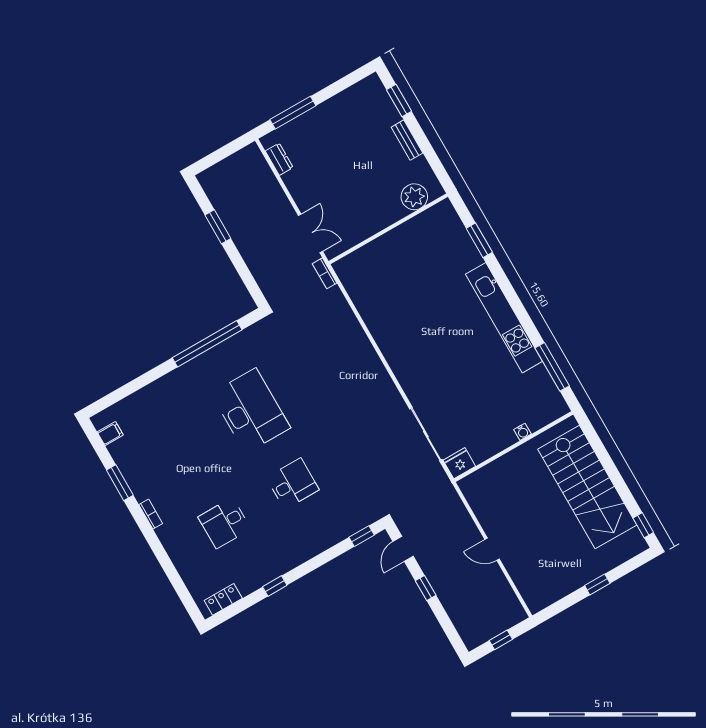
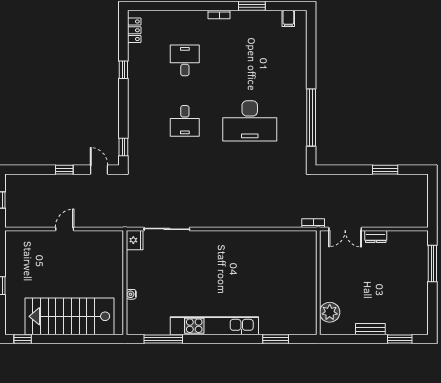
dresser: (279, 159) -> (376, 237), moved

